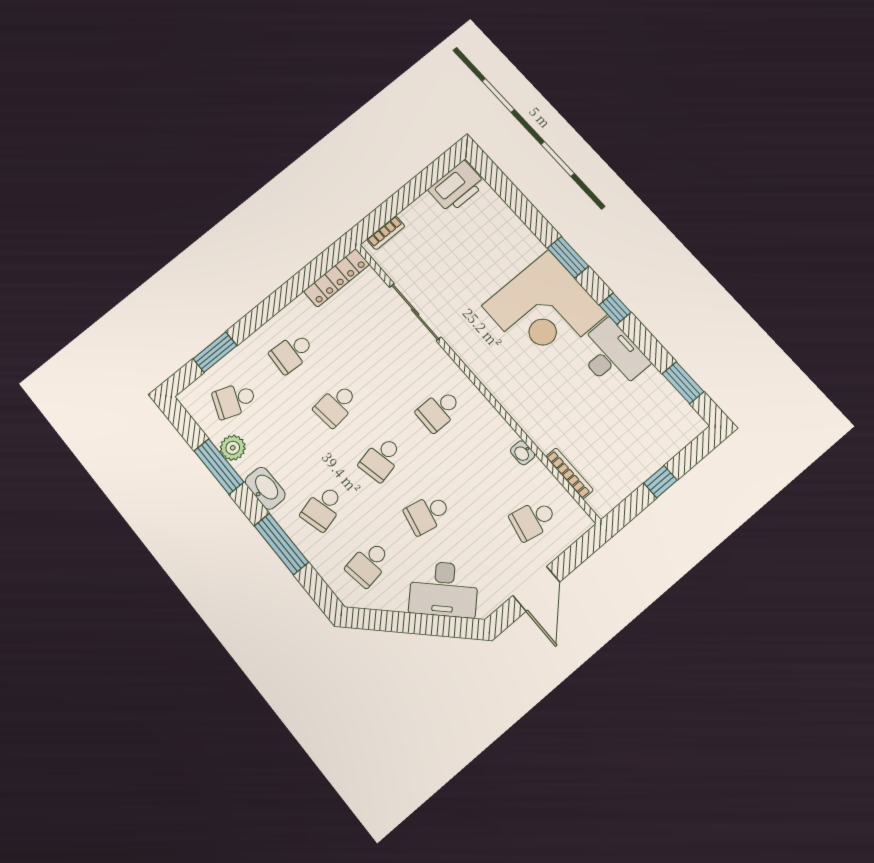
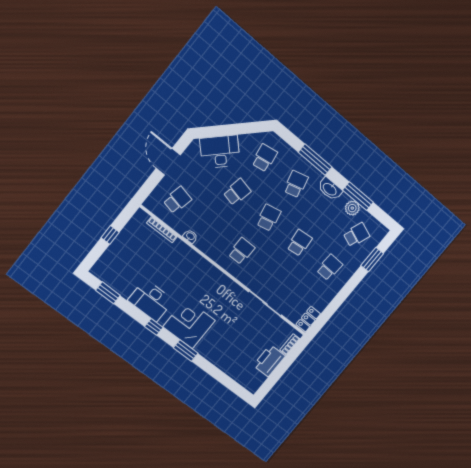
printer: (457, 187) -> (269, 361), moved
locker: (337, 278) -> (308, 319), width x0.66
corner desk: (544, 310) -> (189, 324), width x0.74, depth x0.74

